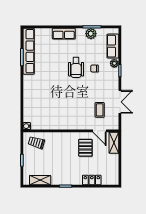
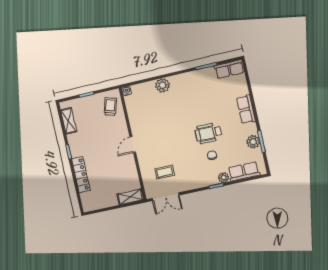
row of seats: (29, 51) -> (229, 69), width x0.50
plant: (29, 96) -> (163, 85), added
double door: (120, 102) -> (166, 197), moved
door: (100, 131) -> (133, 144), moved
pallet: (85, 148) -> (117, 165), removed
locker: (92, 180) -> (81, 175), width x1.53

